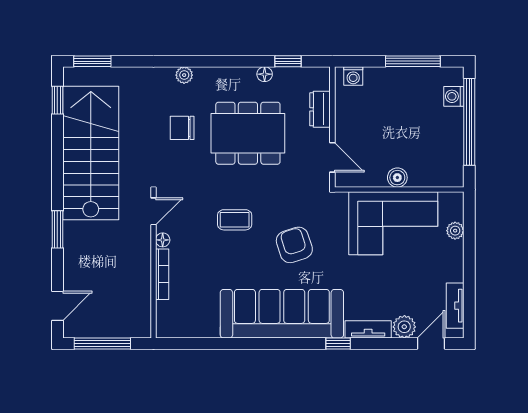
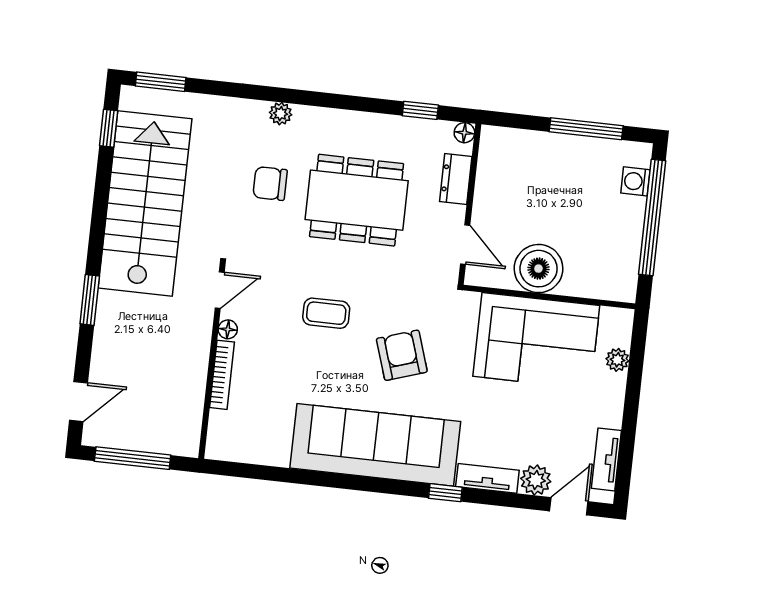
floor lamp: (265, 74) -> (464, 133), moved
washing machine: (353, 76) -> (505, 140), removed
boiler: (397, 178) -> (539, 269), width x1.86, depth x1.86

